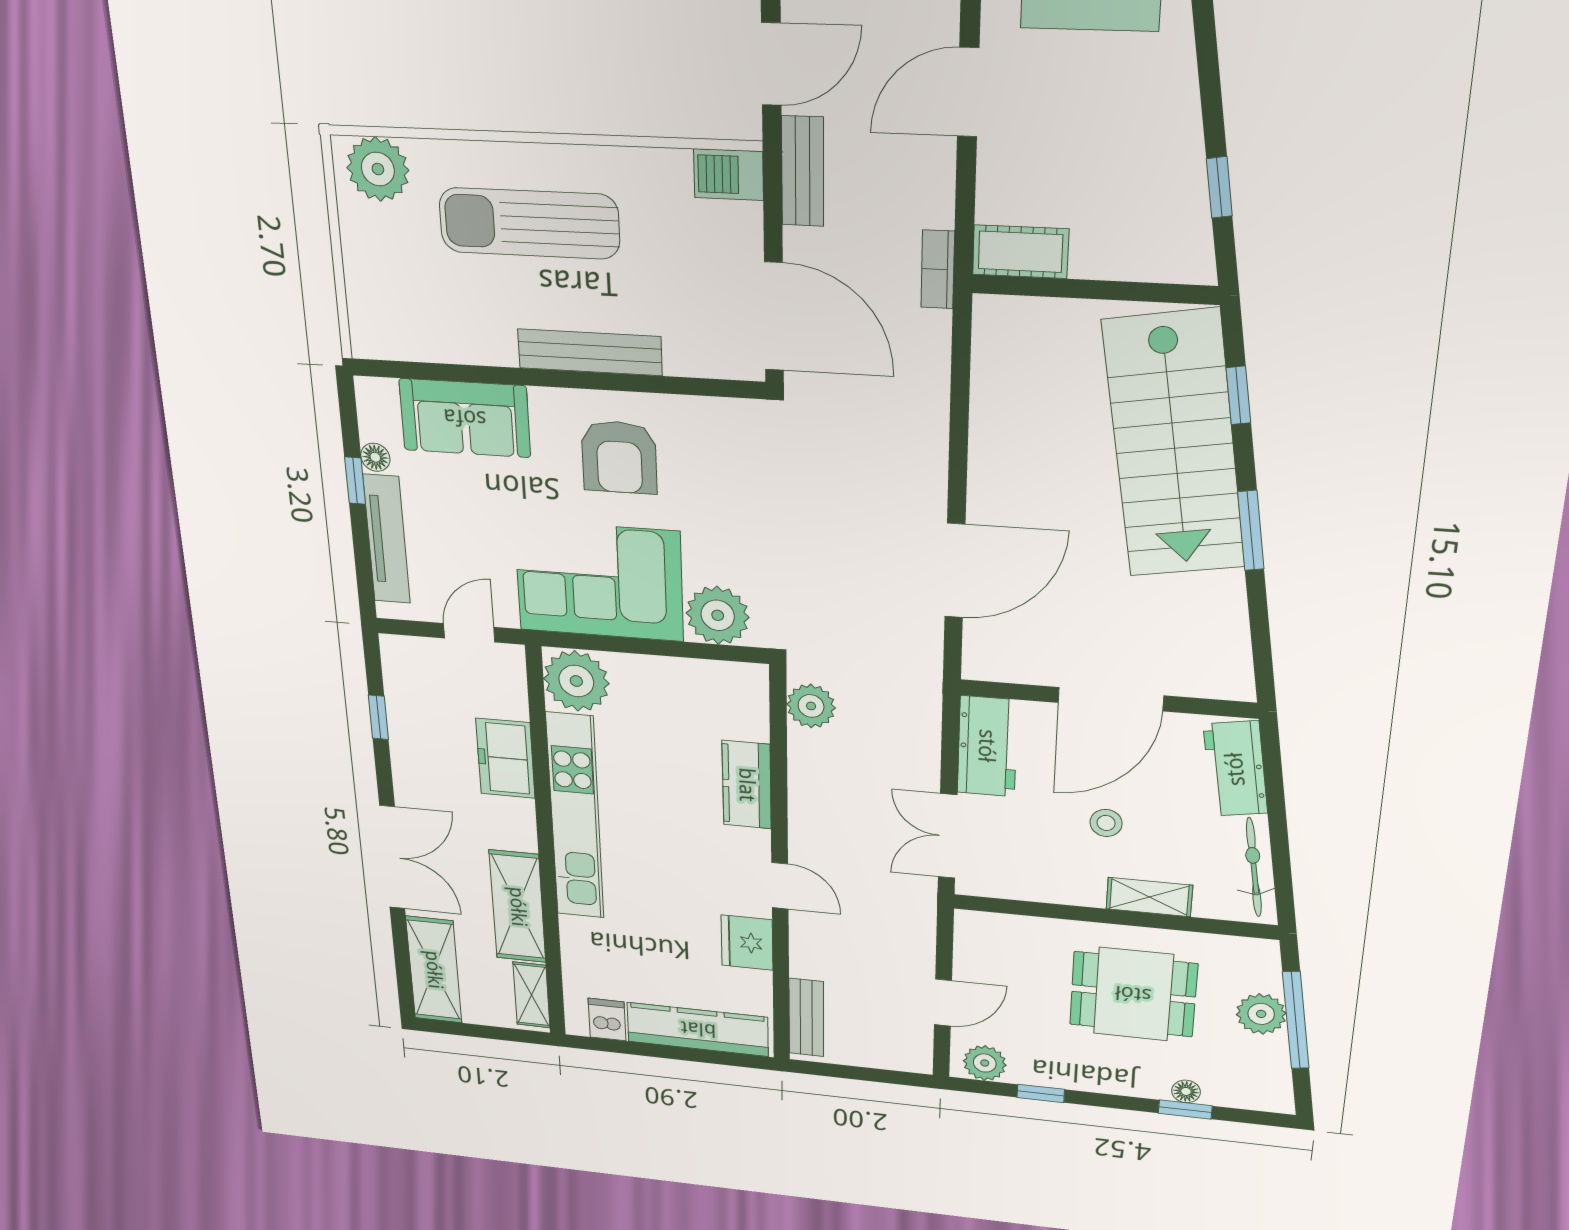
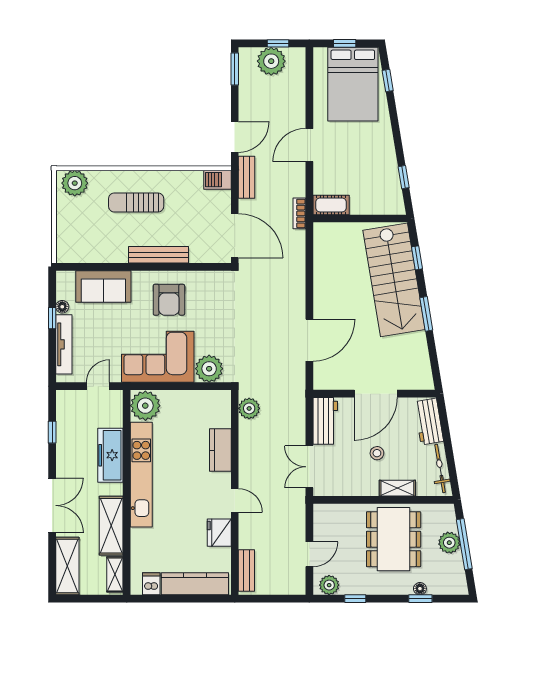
sun lounger: (529, 223) -> (136, 202), width x0.73, depth x0.75
freezer: (505, 758) -> (110, 455), width x1.40
dining table: (1133, 994) -> (394, 539), width x1.38

